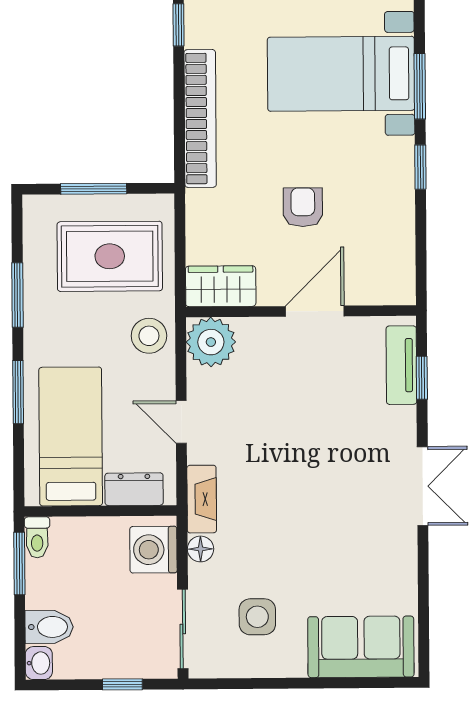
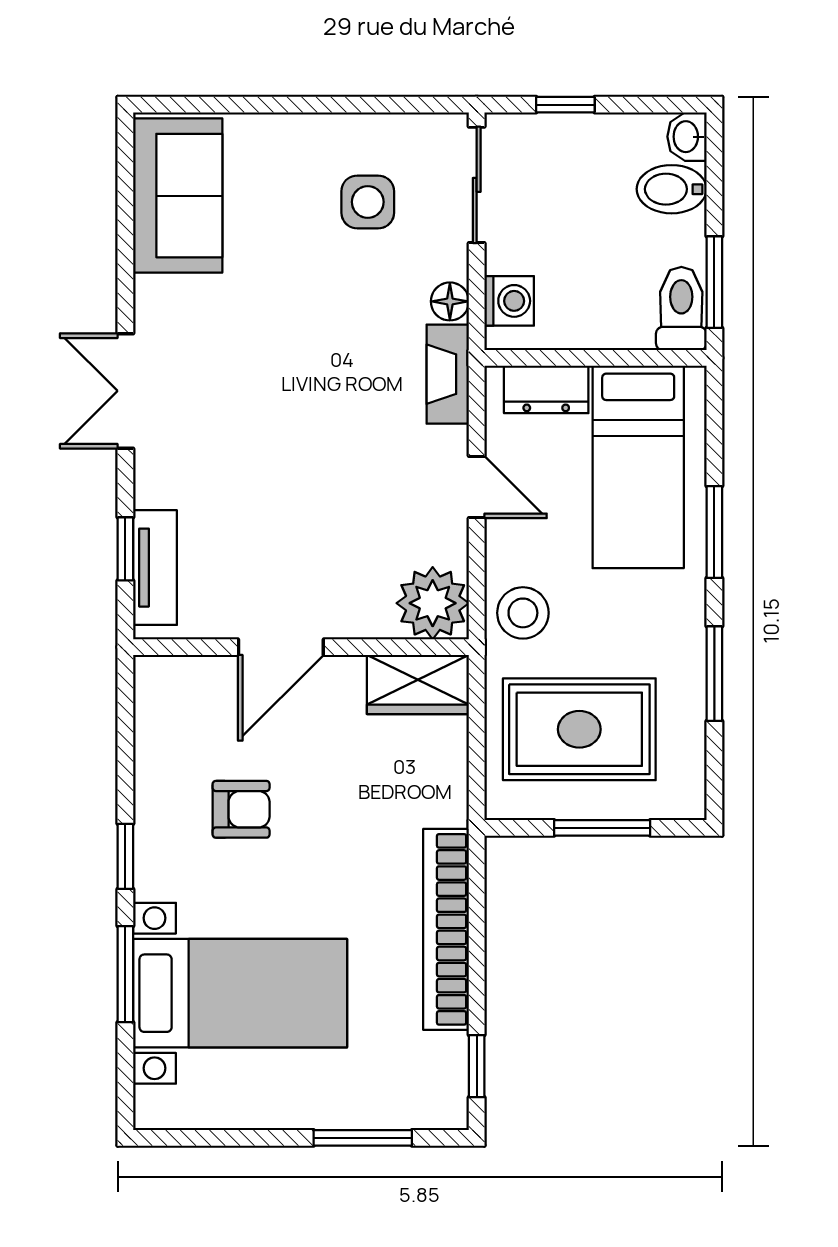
armchair: (303, 207) -> (241, 809), moved, turned -90
toilet: (37, 537) -> (681, 308), width x1.37, depth x1.39
washing machine: (153, 550) -> (509, 301), width x0.73, depth x0.73
sofa: (361, 647) -> (178, 196), moved, turned -90

